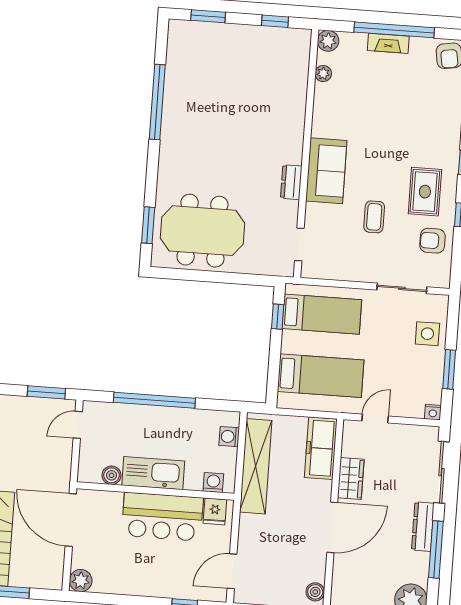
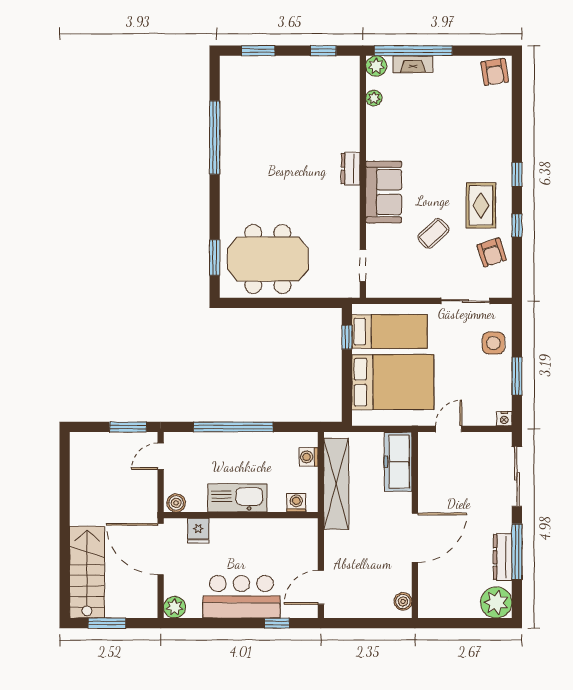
window: (394, 30) -> (413, 51), moved
fireplace: (388, 43) -> (413, 64), moved
dresser: (291, 182) -> (351, 169), moved
coffee table: (374, 217) -> (433, 233), turned 47
armchair: (432, 241) -> (492, 252), turned -108
bed: (321, 376) -> (393, 382), width x1.50
boiler: (112, 475) -> (176, 503), moved
wardrobe: (351, 479) -> (429, 489), removed
fridge: (215, 511) -> (198, 531), moved
bar counter: (162, 517) -> (241, 597), moved, turned 180
dresser: (423, 527) -> (503, 557), moved

